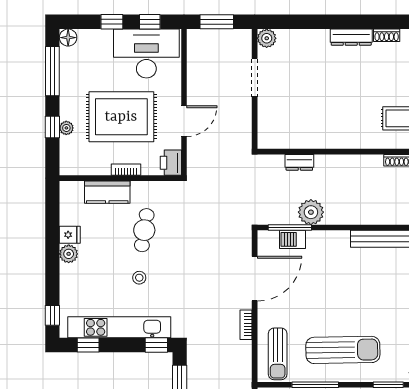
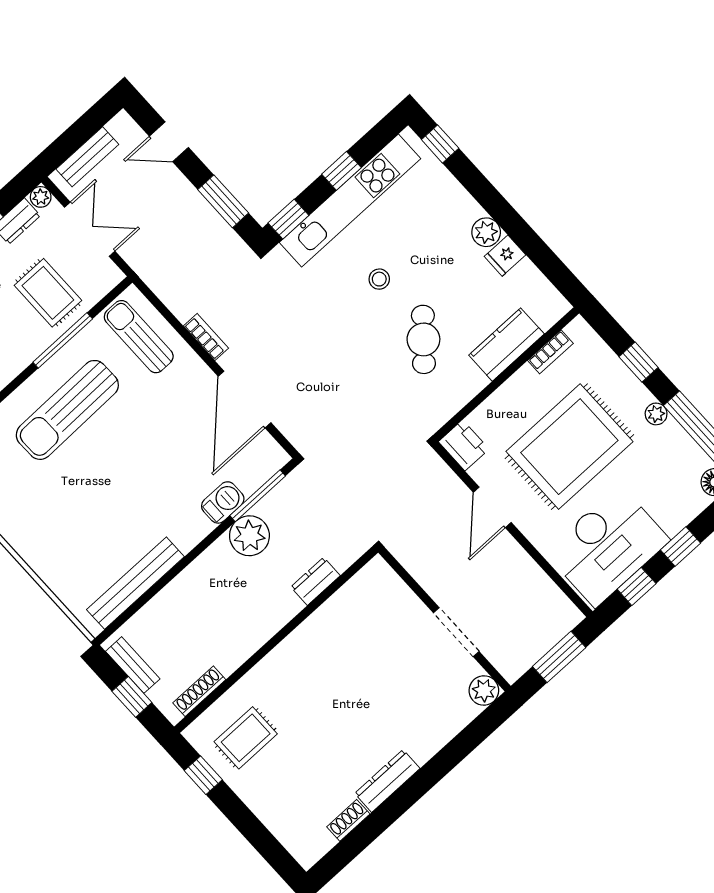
plant: (66, 128) -> (656, 414), moved
bookcase: (126, 170) -> (550, 352), moved
cafe table: (144, 230) -> (423, 339), turned 32
barbecue: (292, 239) -> (223, 502), moved
window: (88, 345) -> (341, 171), moved

